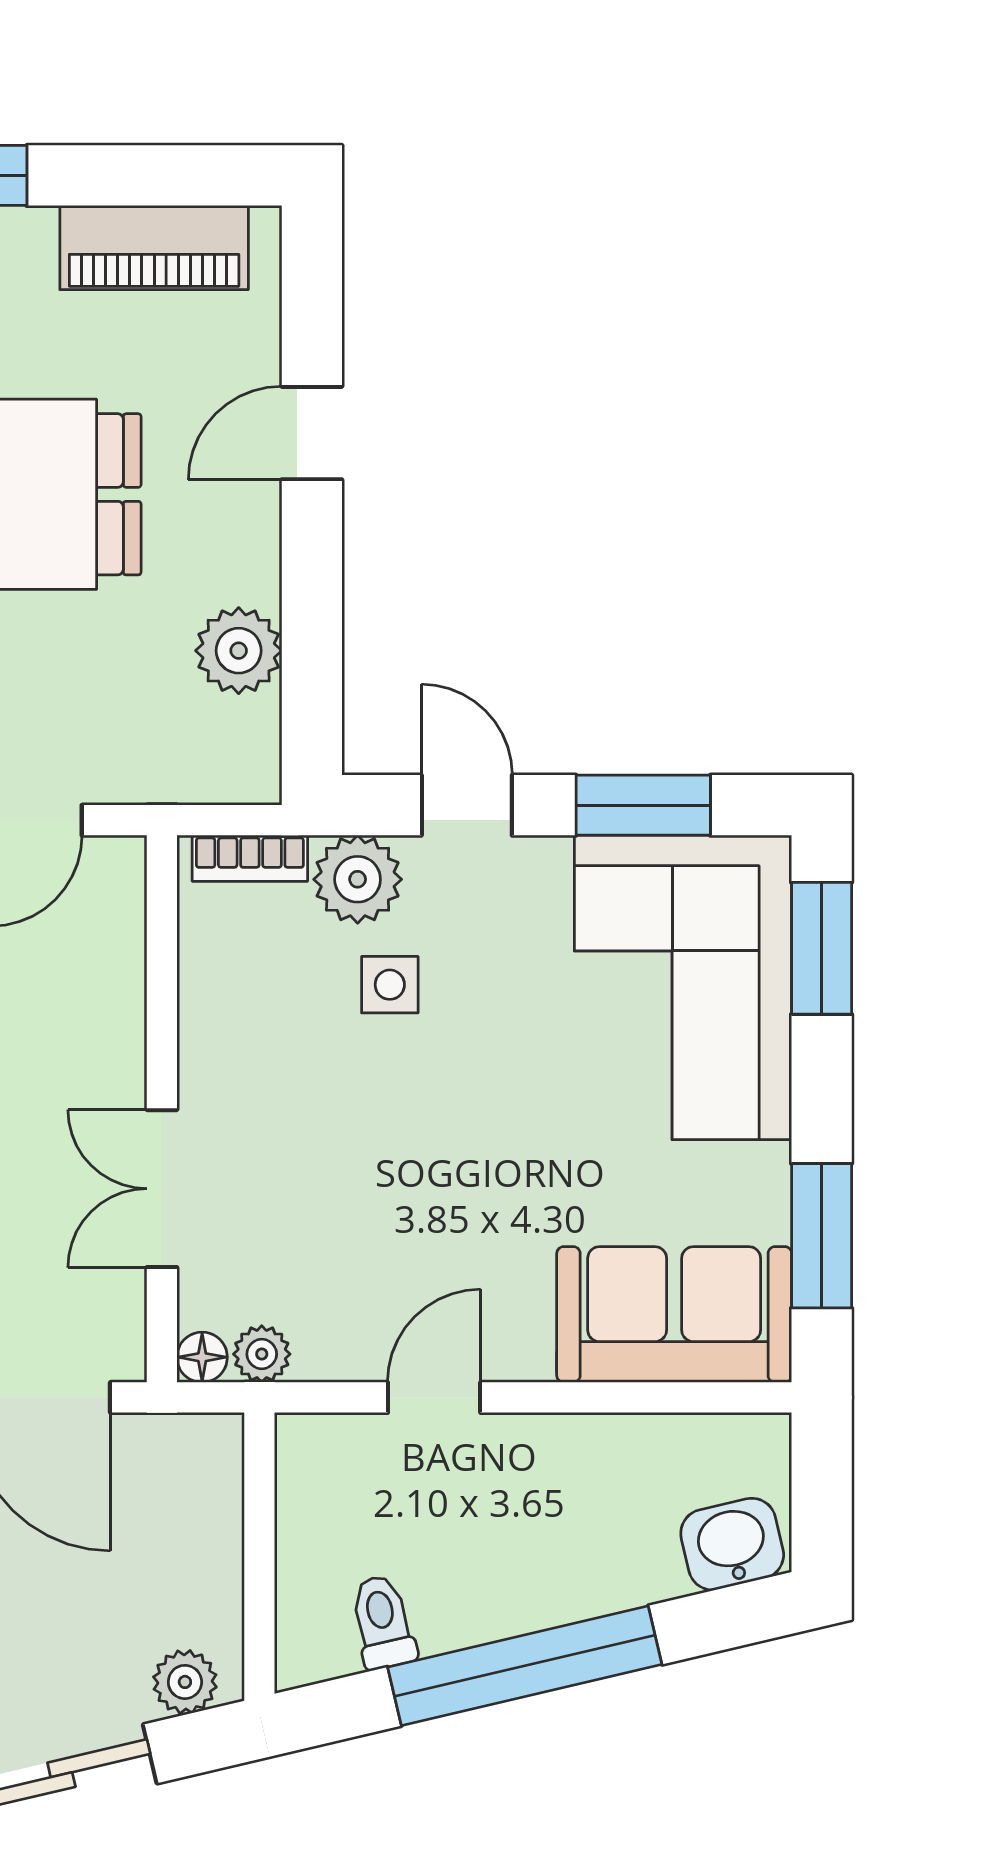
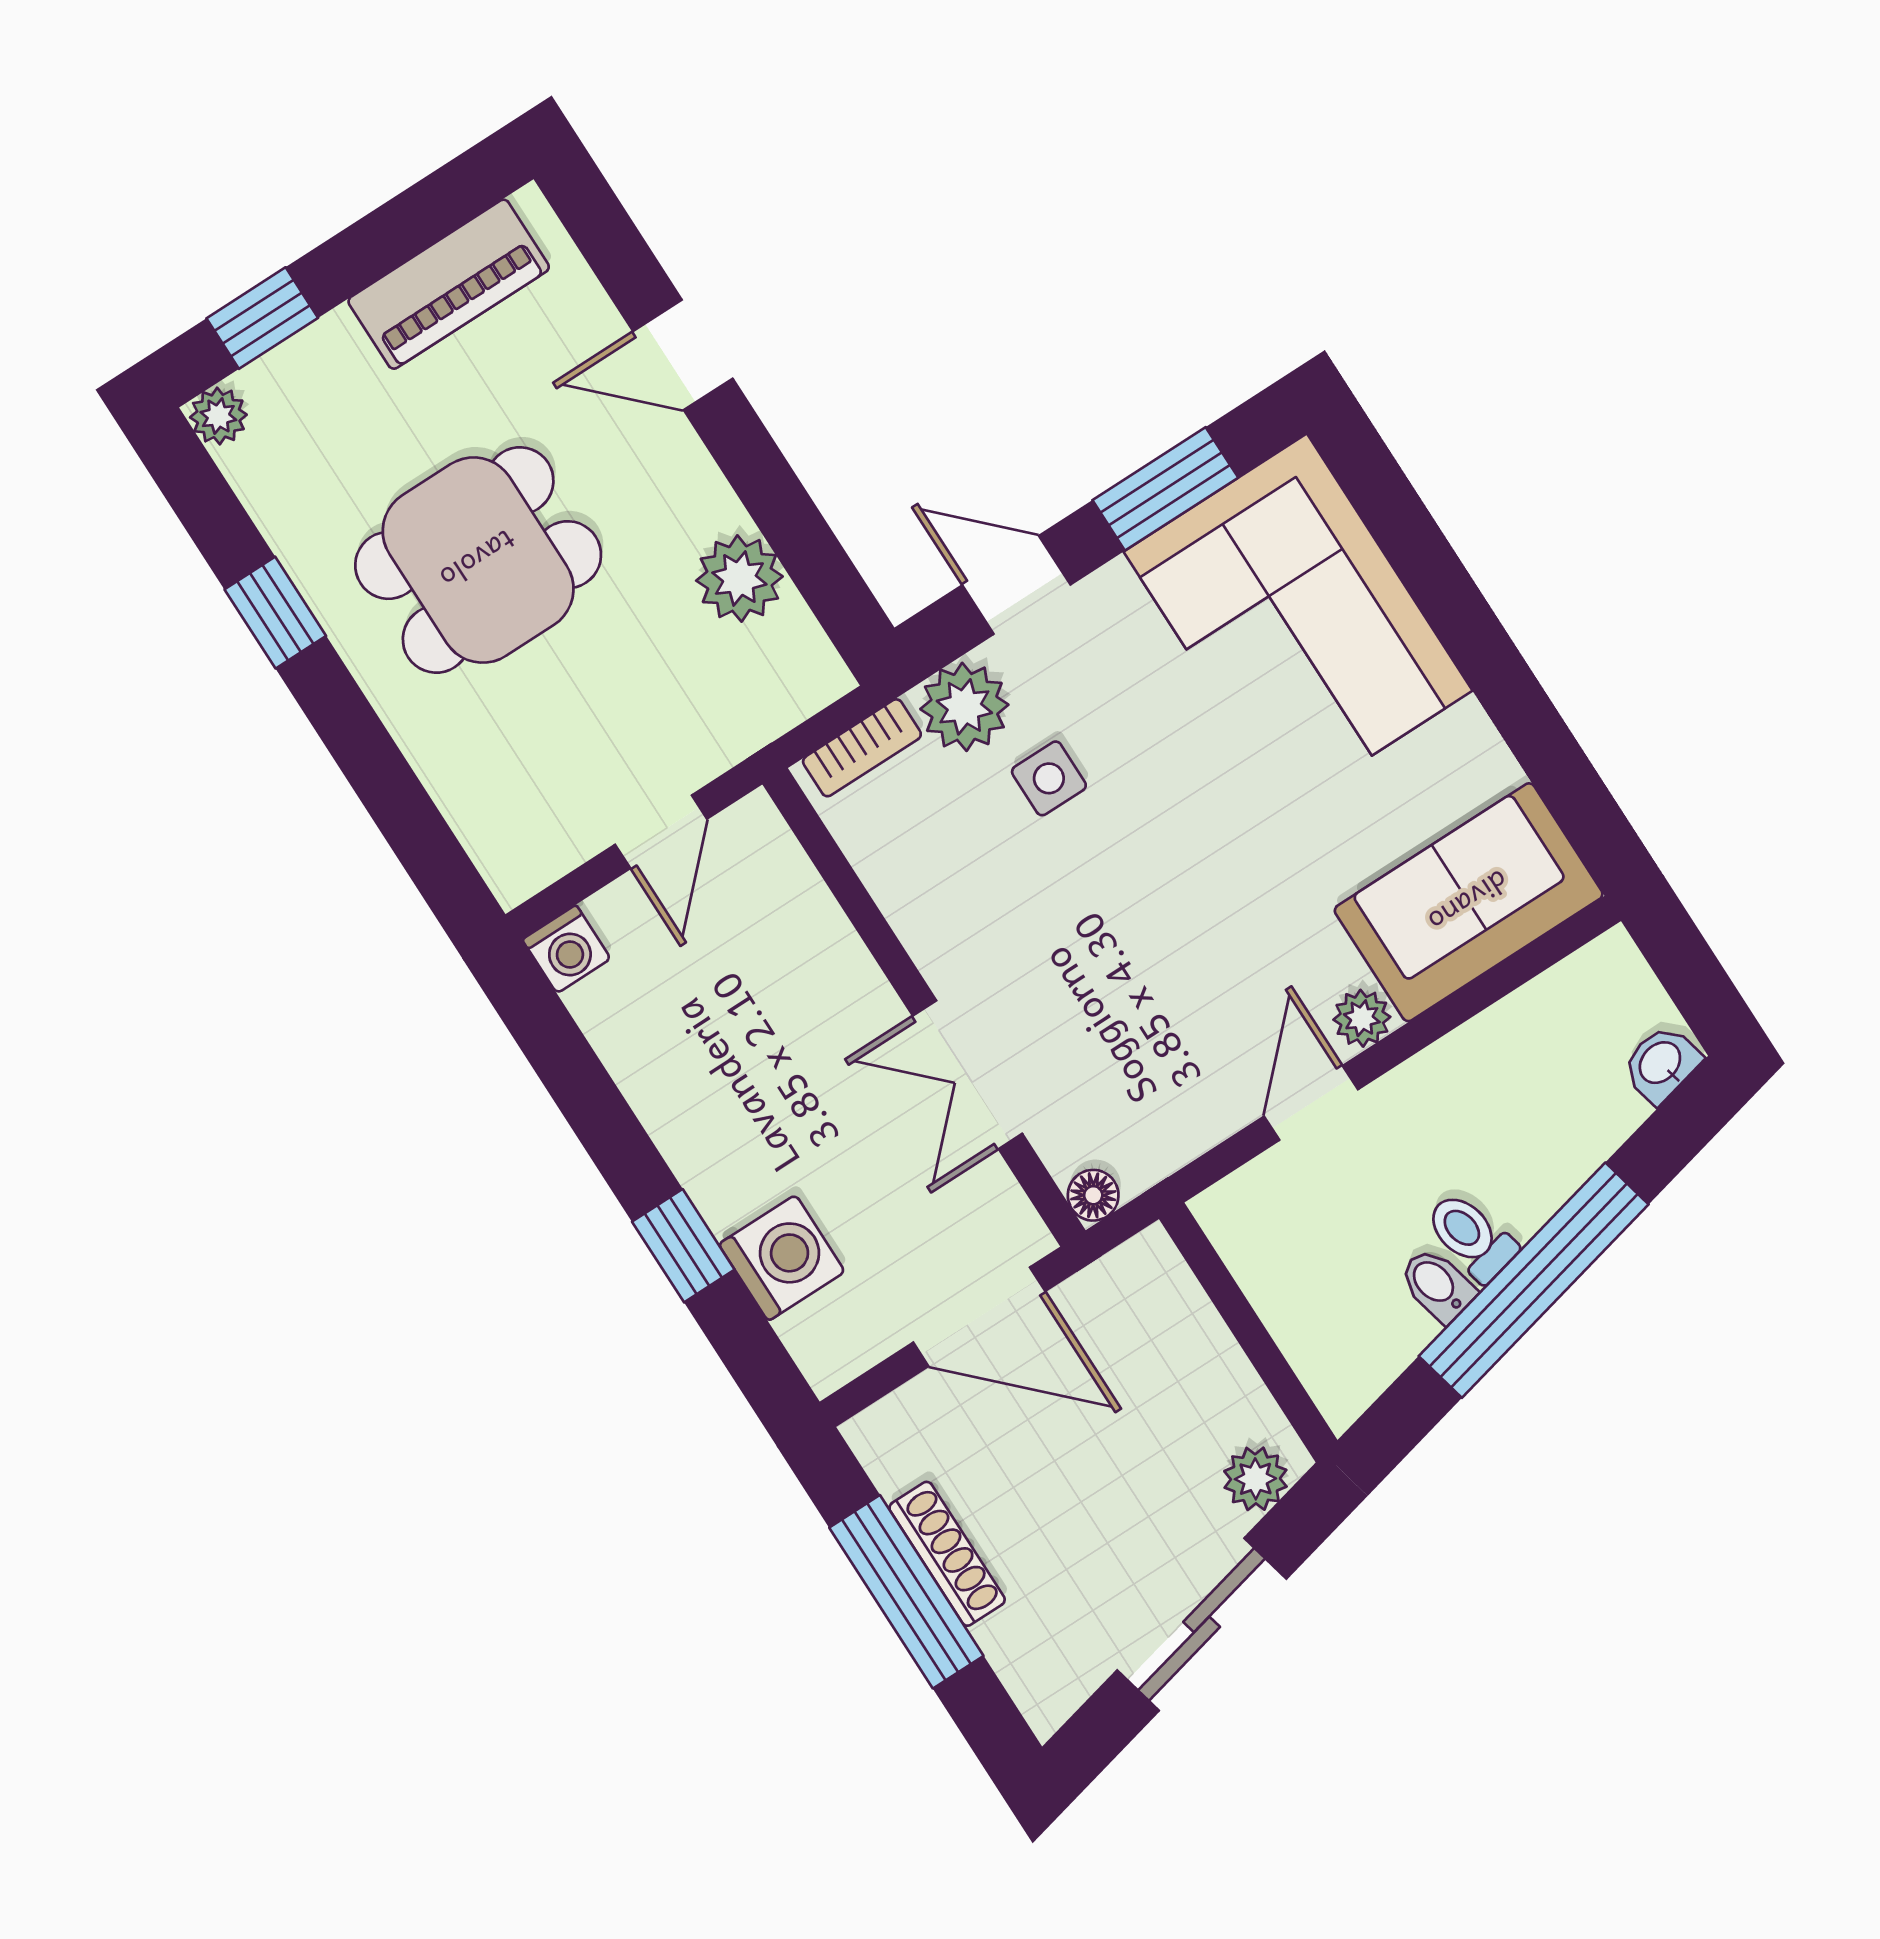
door: (312, 433) -> (683, 355), hinge flipped
window: (822, 948) -> (1394, 513), removed
window: (822, 1236) -> (1550, 755), removed
plant: (262, 1354) -> (1362, 1018), moved
washbasin: (732, 1544) -> (1661, 1064), width x0.72, depth x0.69
bidet: (441, 1618) -> (1437, 1285), added
toilet: (383, 1622) -> (1471, 1237), moved

